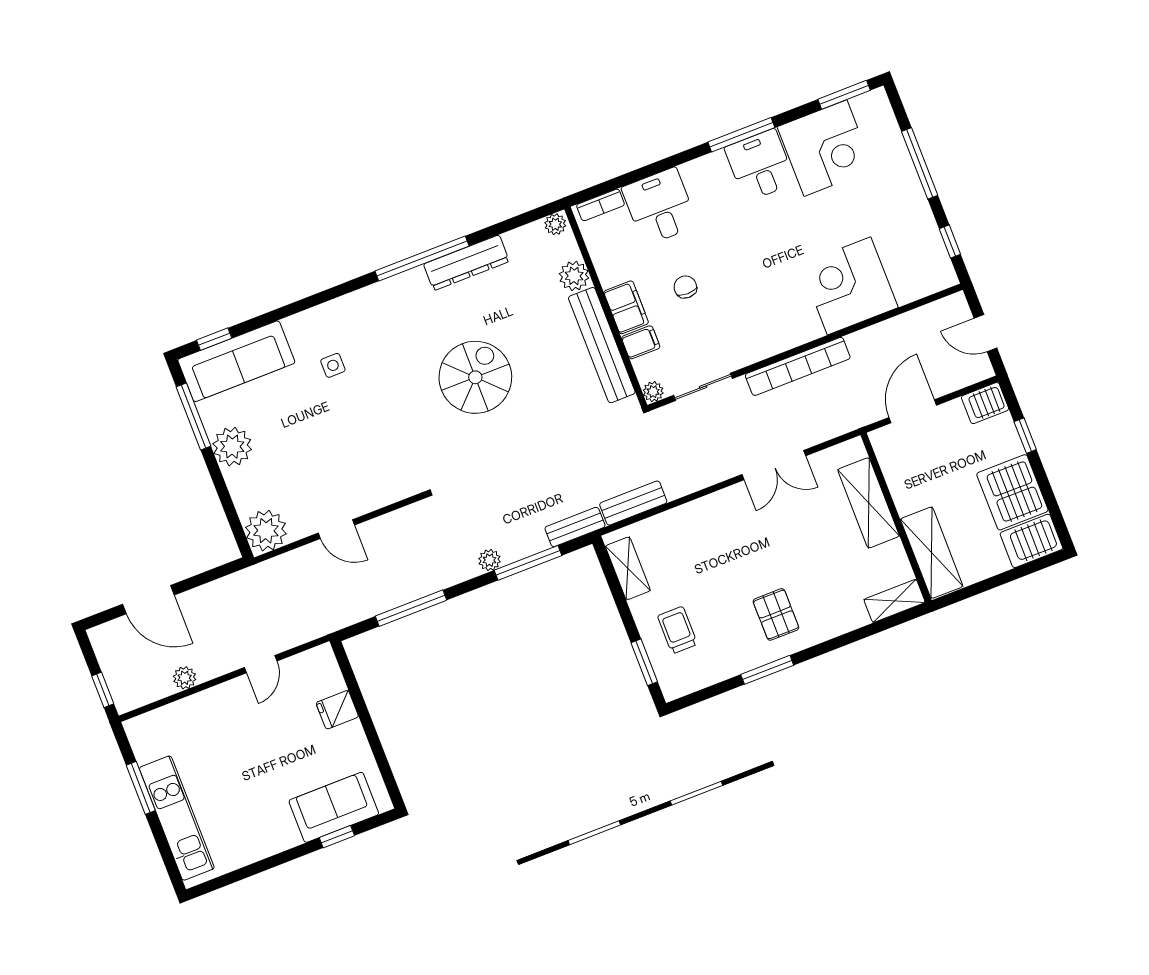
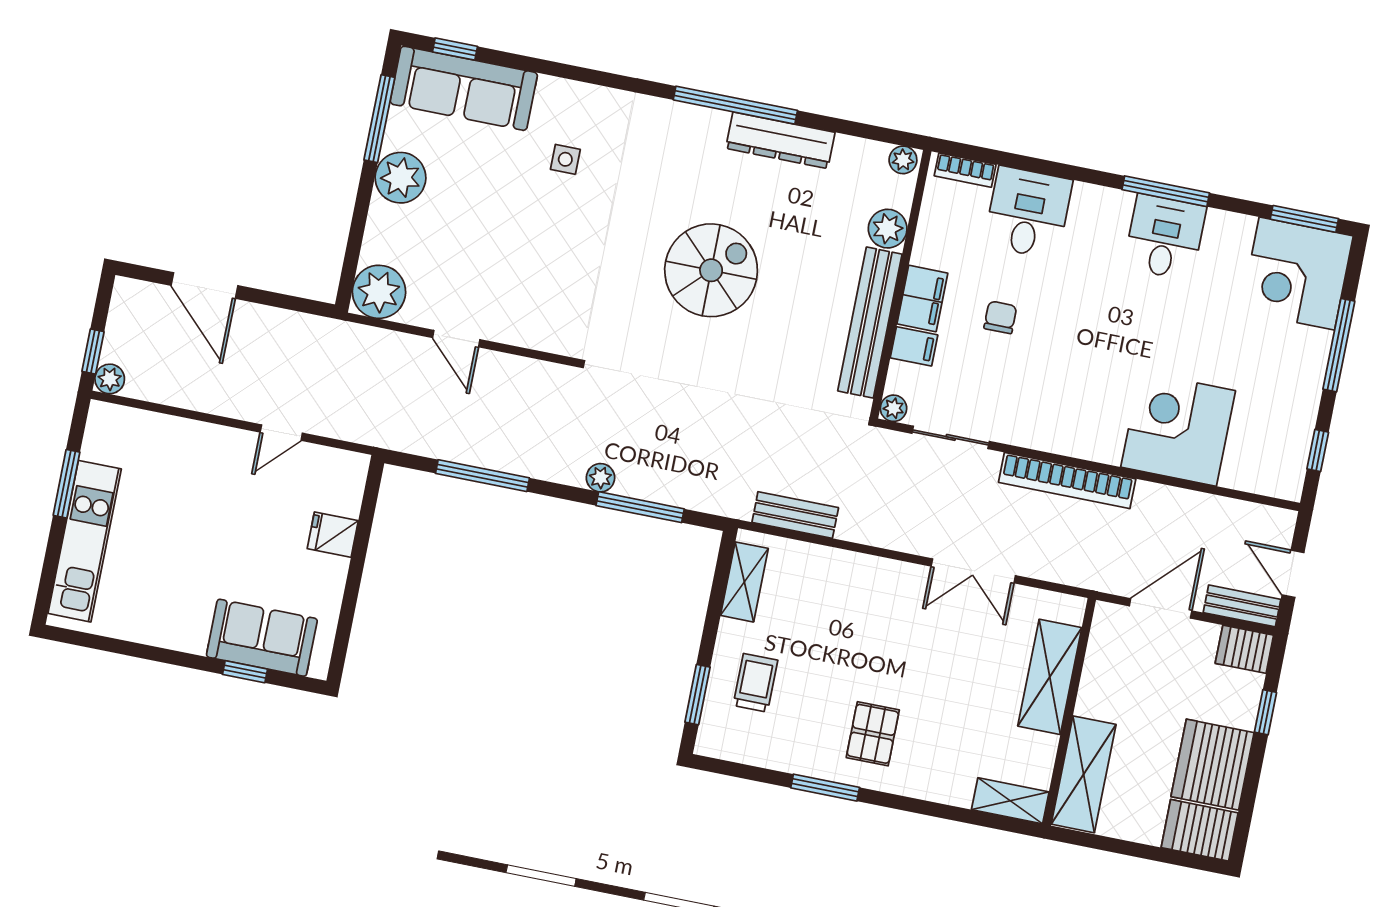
corner desk: (825, 148) -> (1297, 274), moved, turned 90
bench: (575, 527) -> (1242, 606), moved
plant: (185, 678) -> (110, 379), moved

